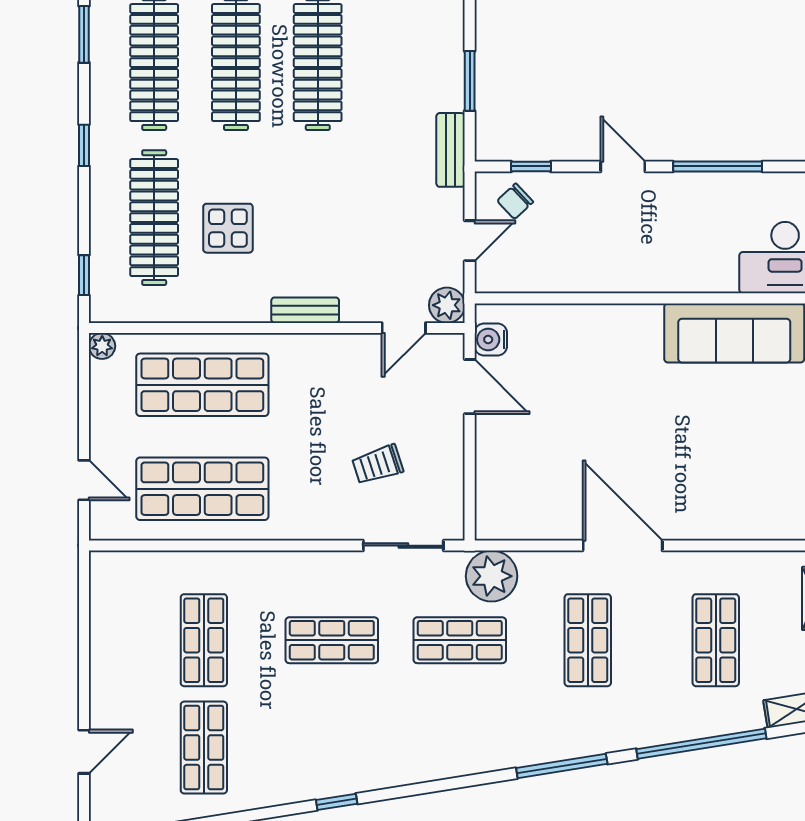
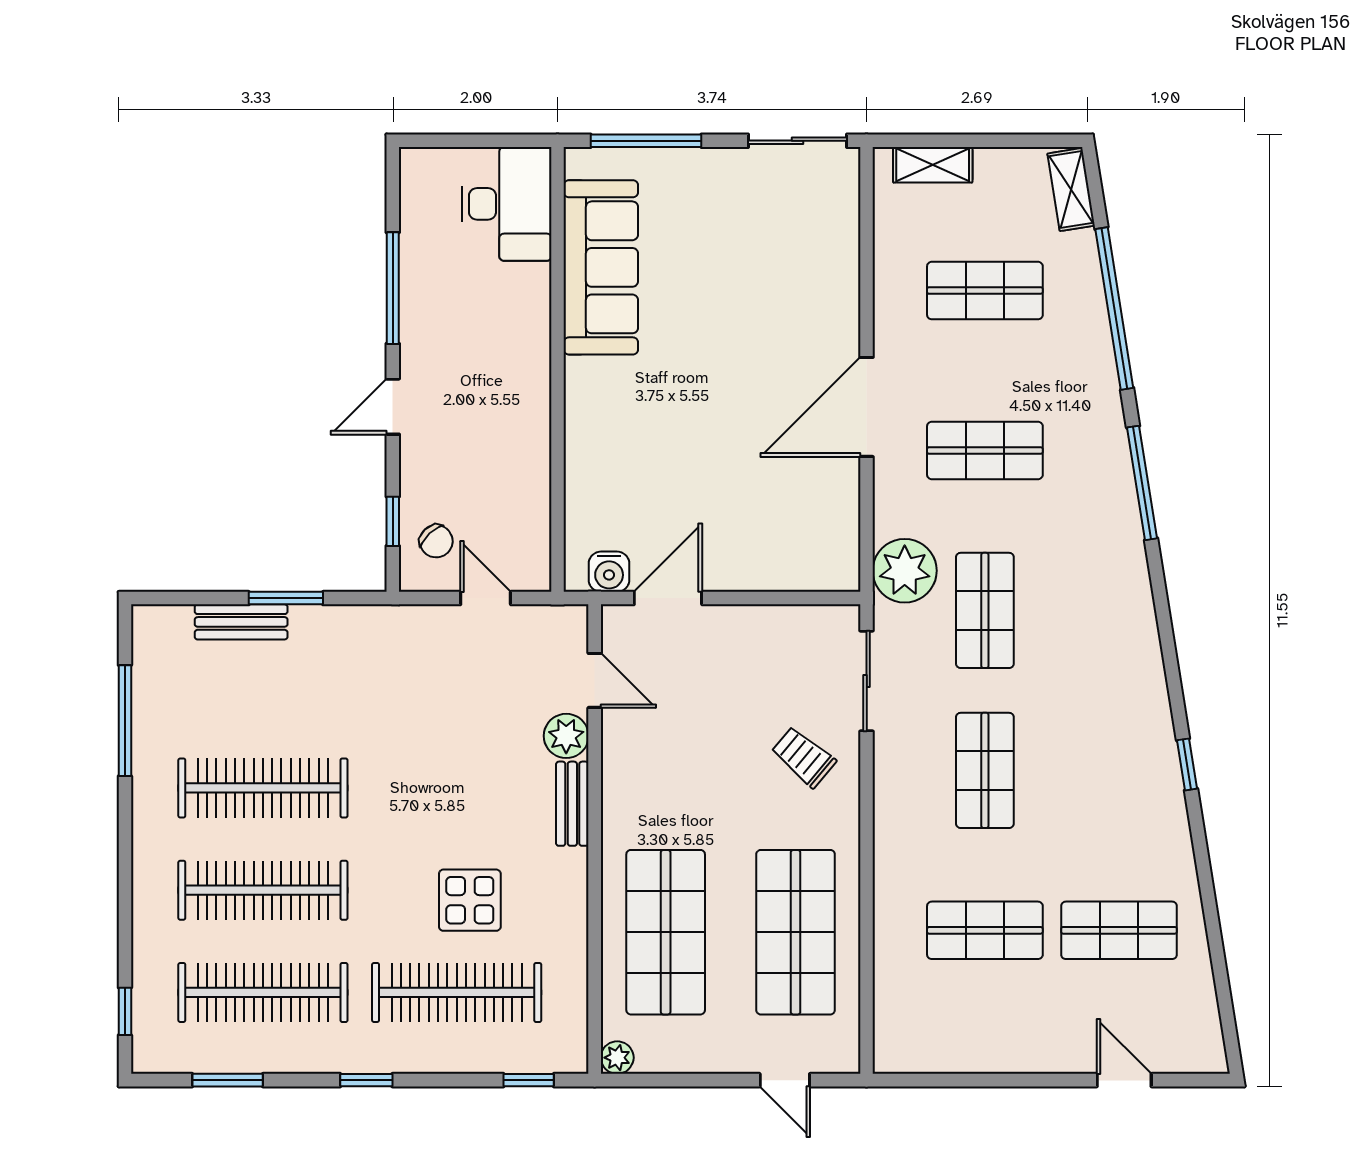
bench: (451, 150) -> (241, 622), moved
plant: (447, 305) -> (566, 736), moved
trolley: (378, 465) -> (804, 757), moved, turned 148
door: (84, 480) -> (785, 1080), swing flipped

